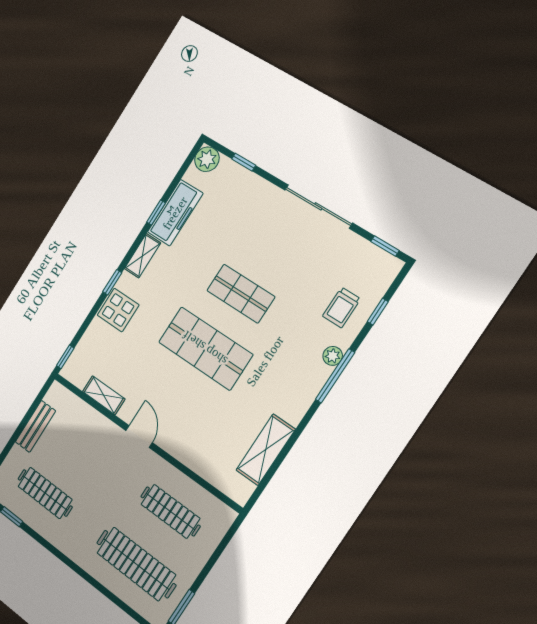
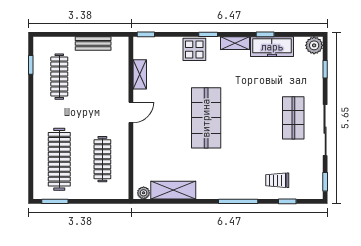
shop shelf: (241, 294) -> (293, 118), moved
plant: (333, 356) -> (144, 193), moved

